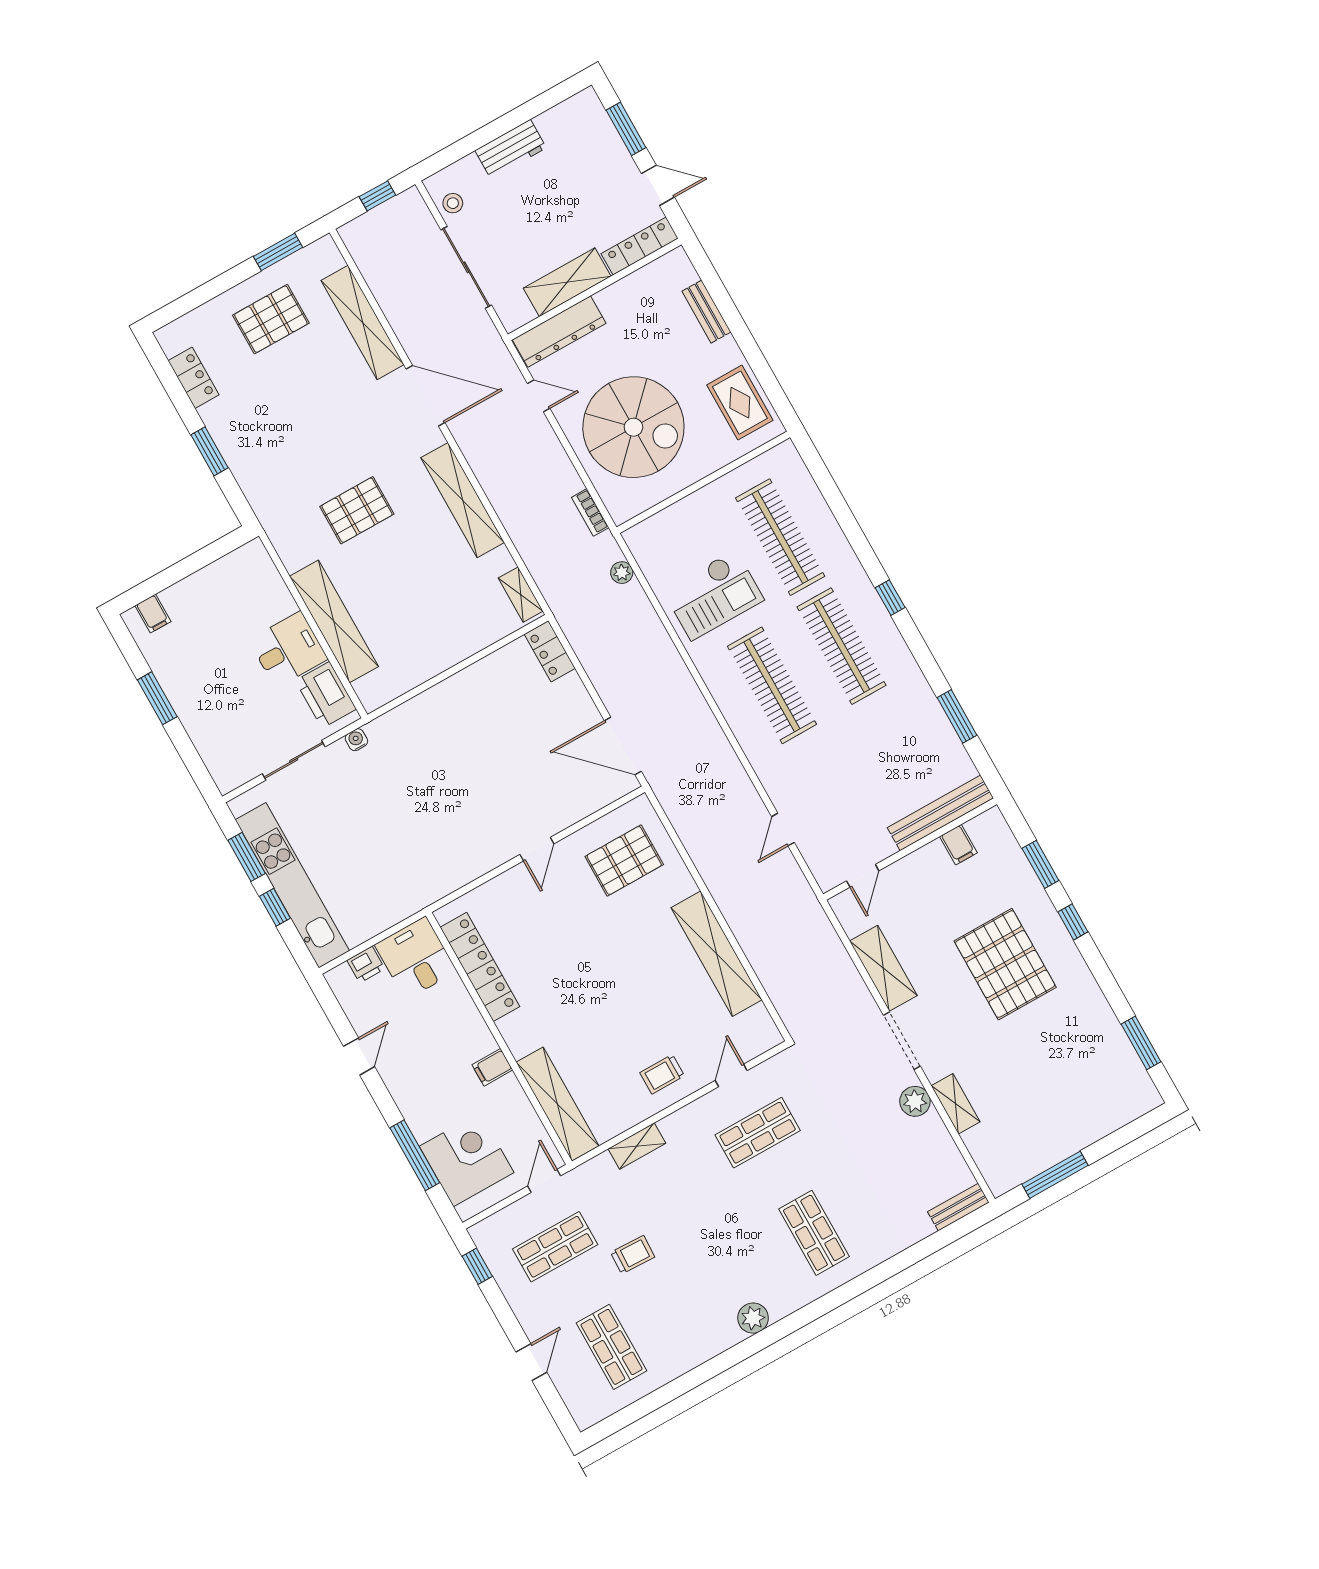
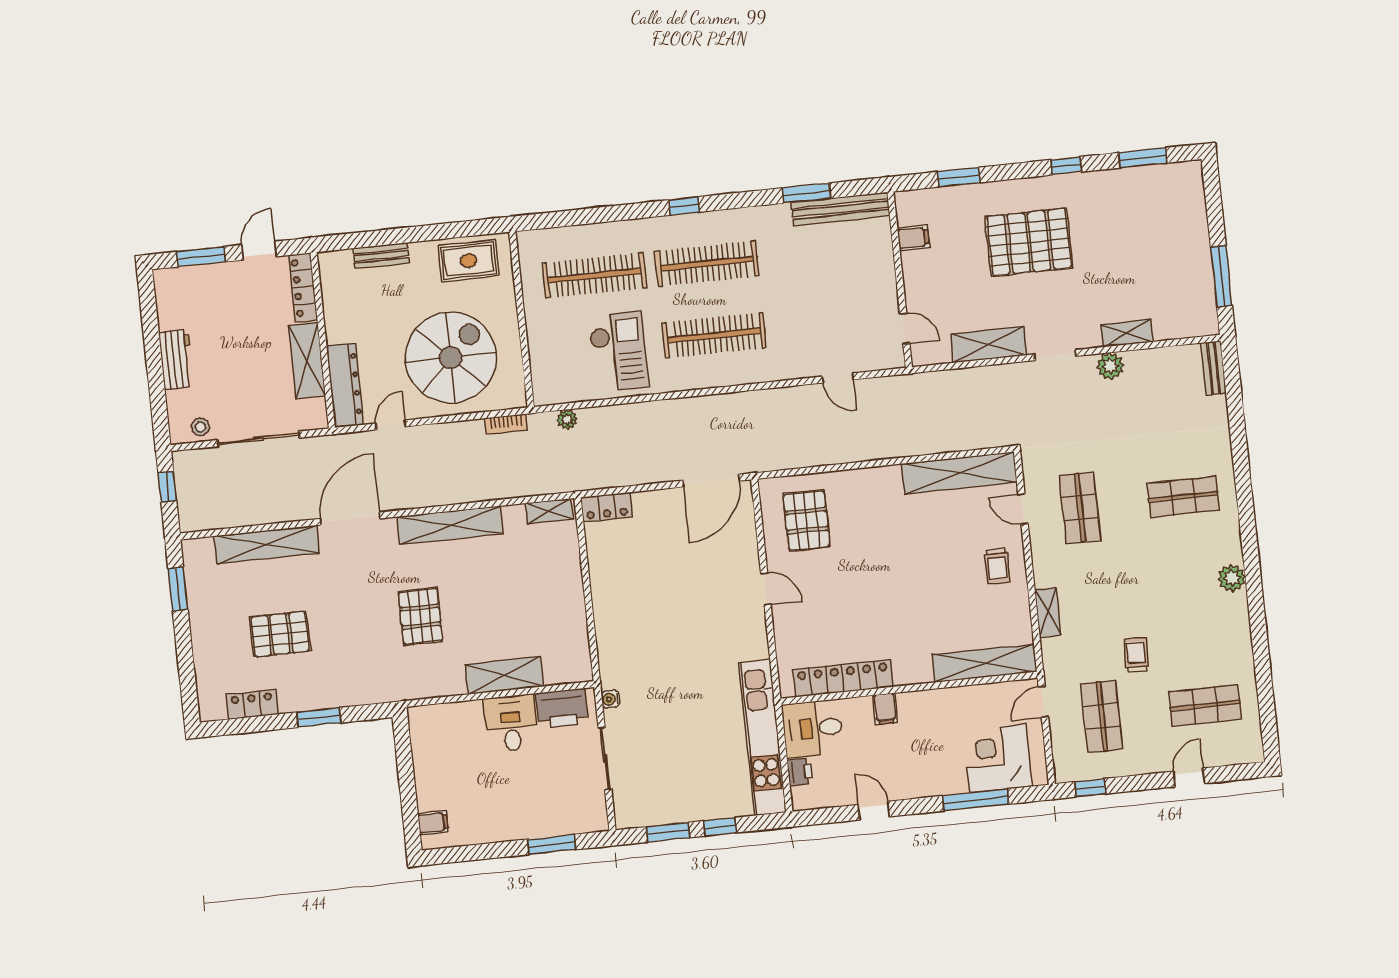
pallet: (271, 319) -> (280, 634), moved, turned 90
shelving: (334, 621) -> (504, 675), width x0.68
window: (157, 698) -> (552, 844), moved
bench: (940, 813) -> (840, 209), moved, turned 90
kitchen unit: (292, 885) -> (762, 737), moved, turned -90
window: (1073, 922) -> (1066, 166), moved
shelving: (717, 954) -> (959, 473), moved
doorway: (902, 1041) -> (1055, 355), width x0.73
filing cabinet: (492, 1067) -> (885, 709), moved
door: (544, 1181) -> (1043, 702), hinge flipped
door: (531, 1362) -> (1189, 777), hinge flipped

